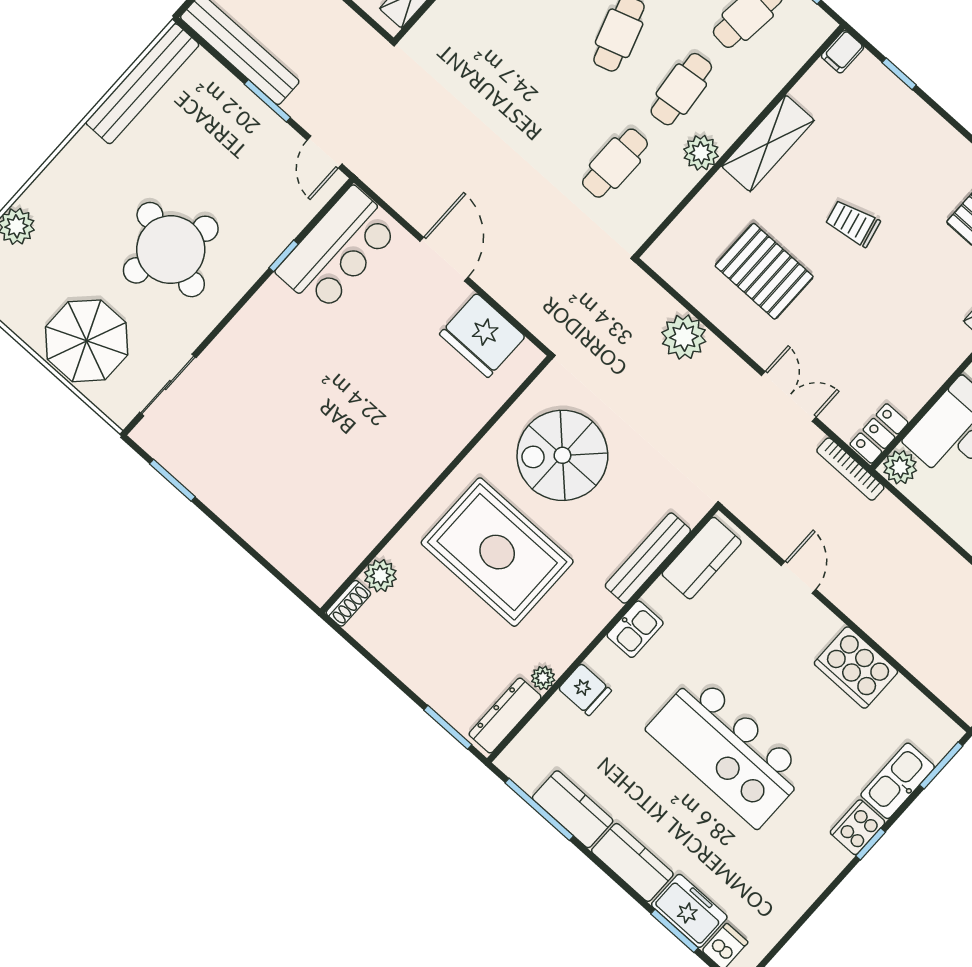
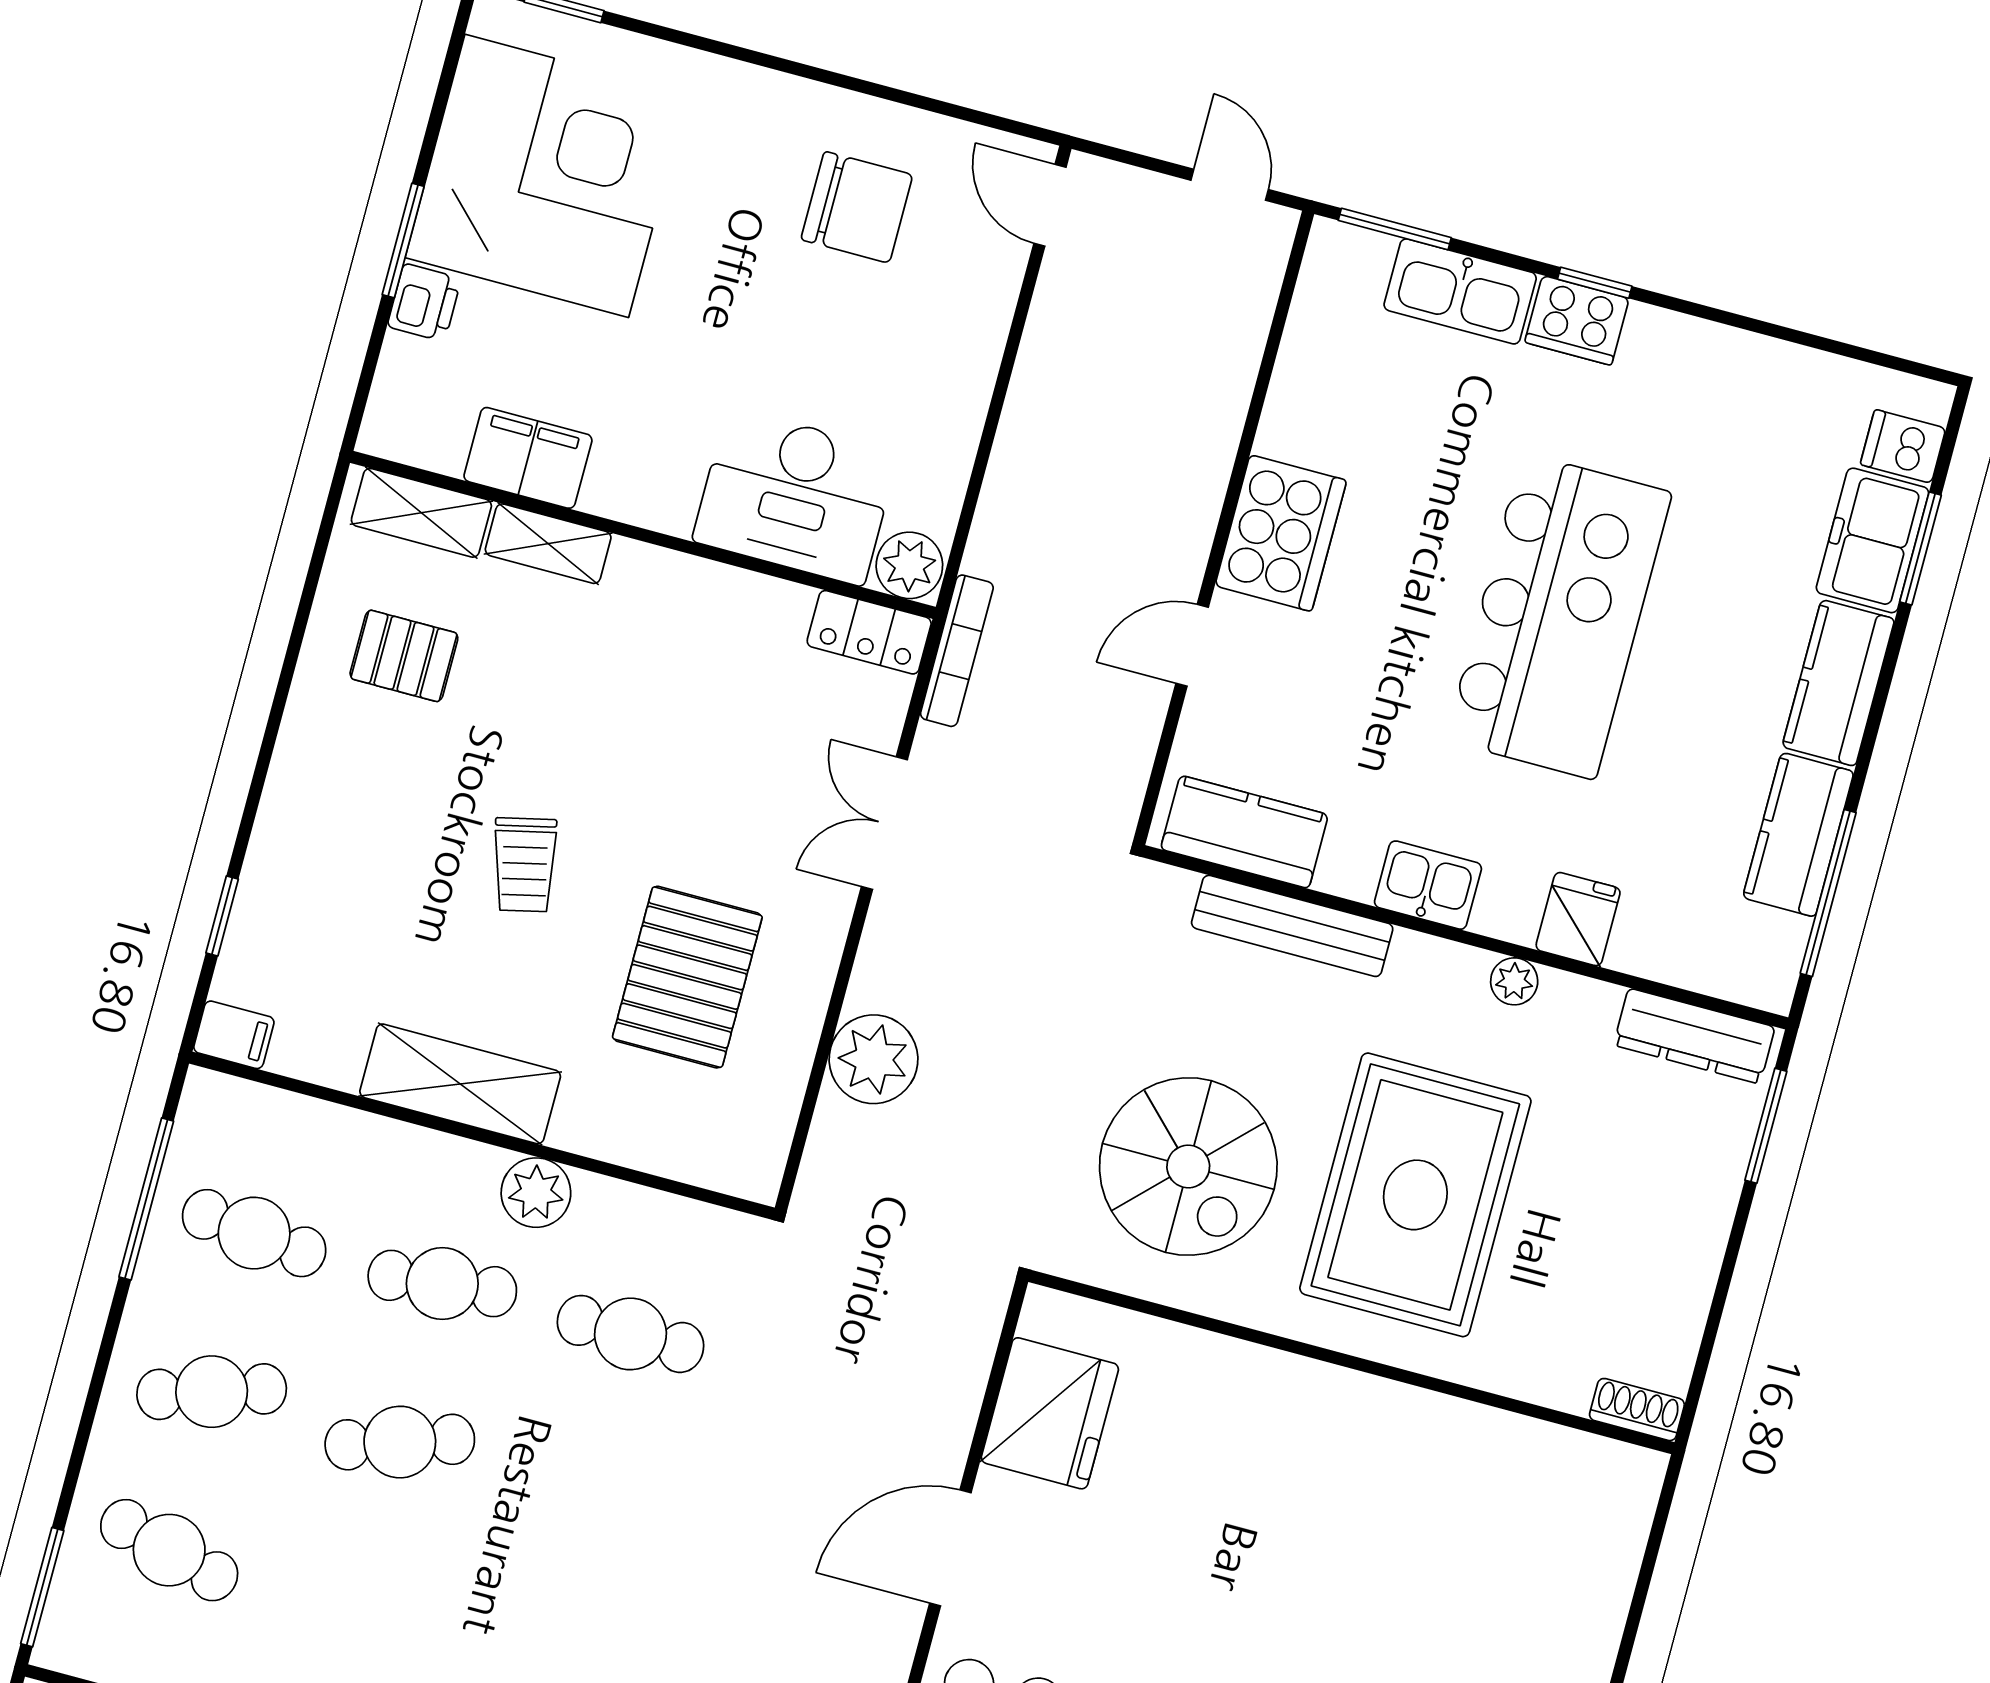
plant: (380, 576) -> (1560, 1378), removed
cooker: (856, 668) -> (1281, 533), moved
plant: (543, 678) -> (1514, 981), moved

